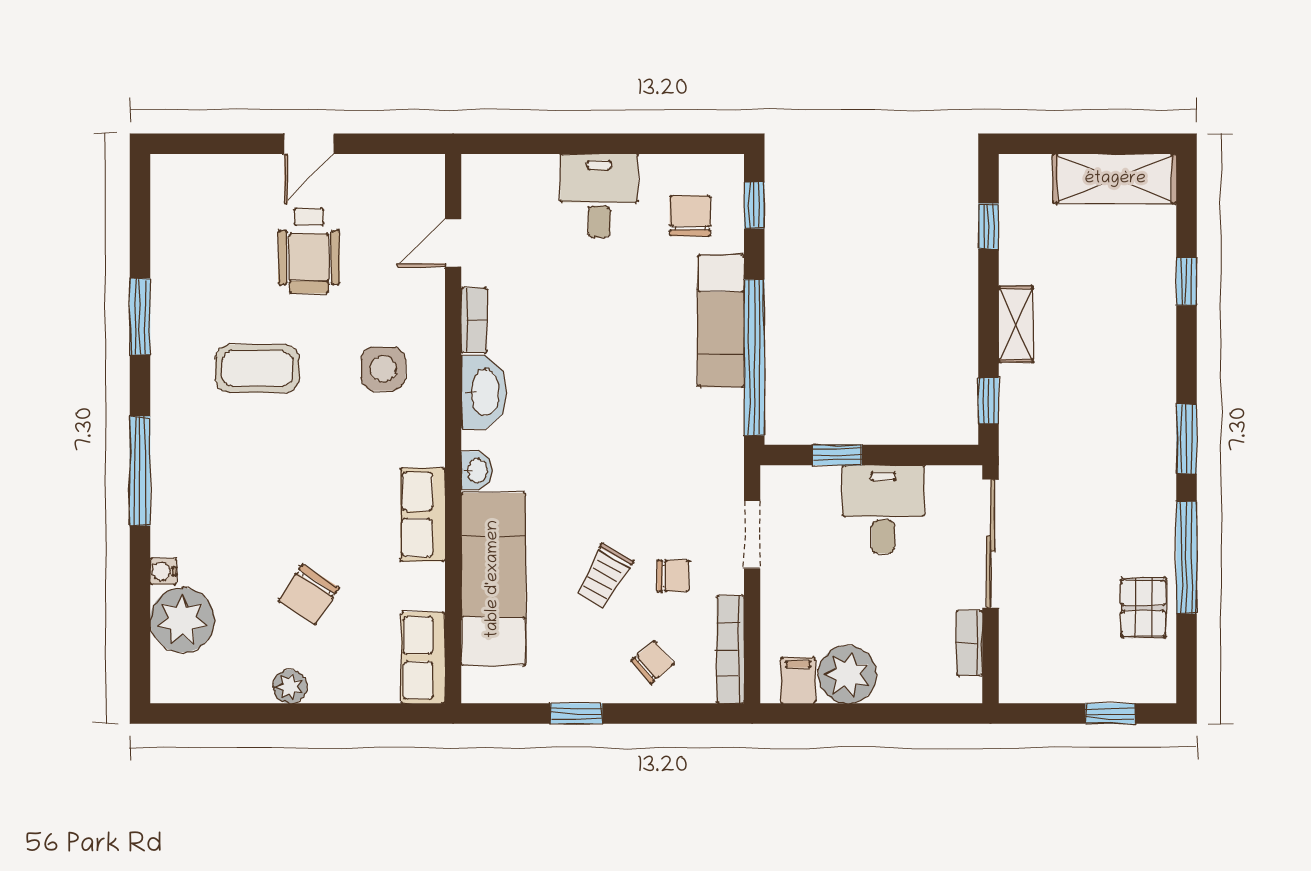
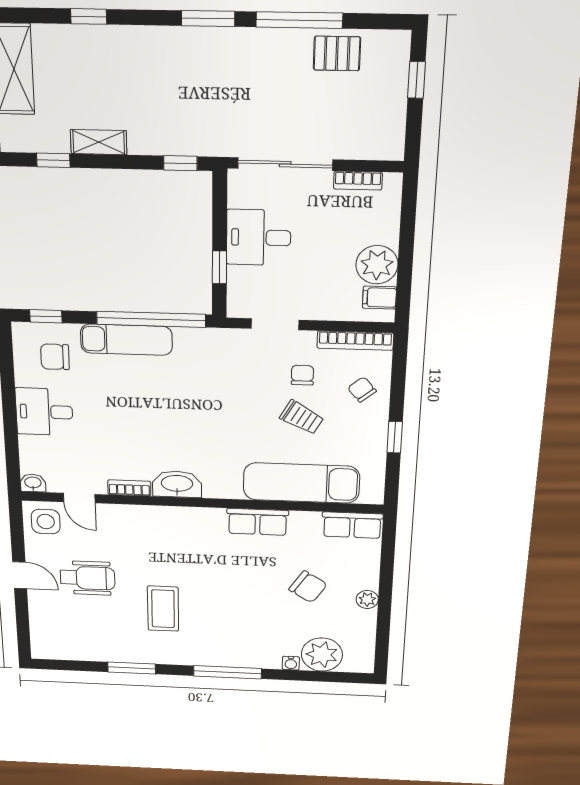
shelving: (1016, 324) -> (99, 142), moved
side table: (383, 369) -> (46, 522), moved
washbasin: (477, 471) -> (33, 483), moved

